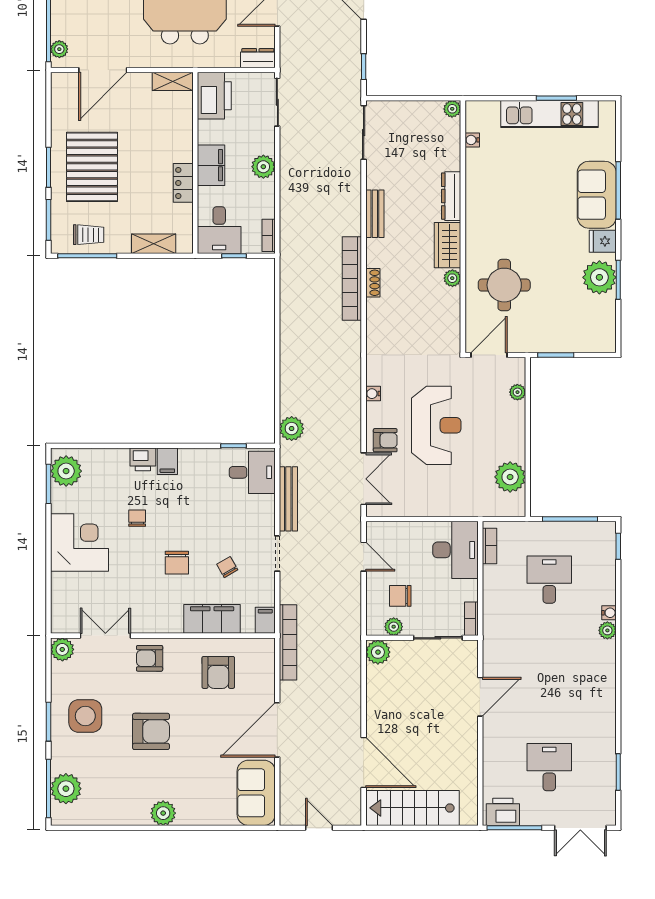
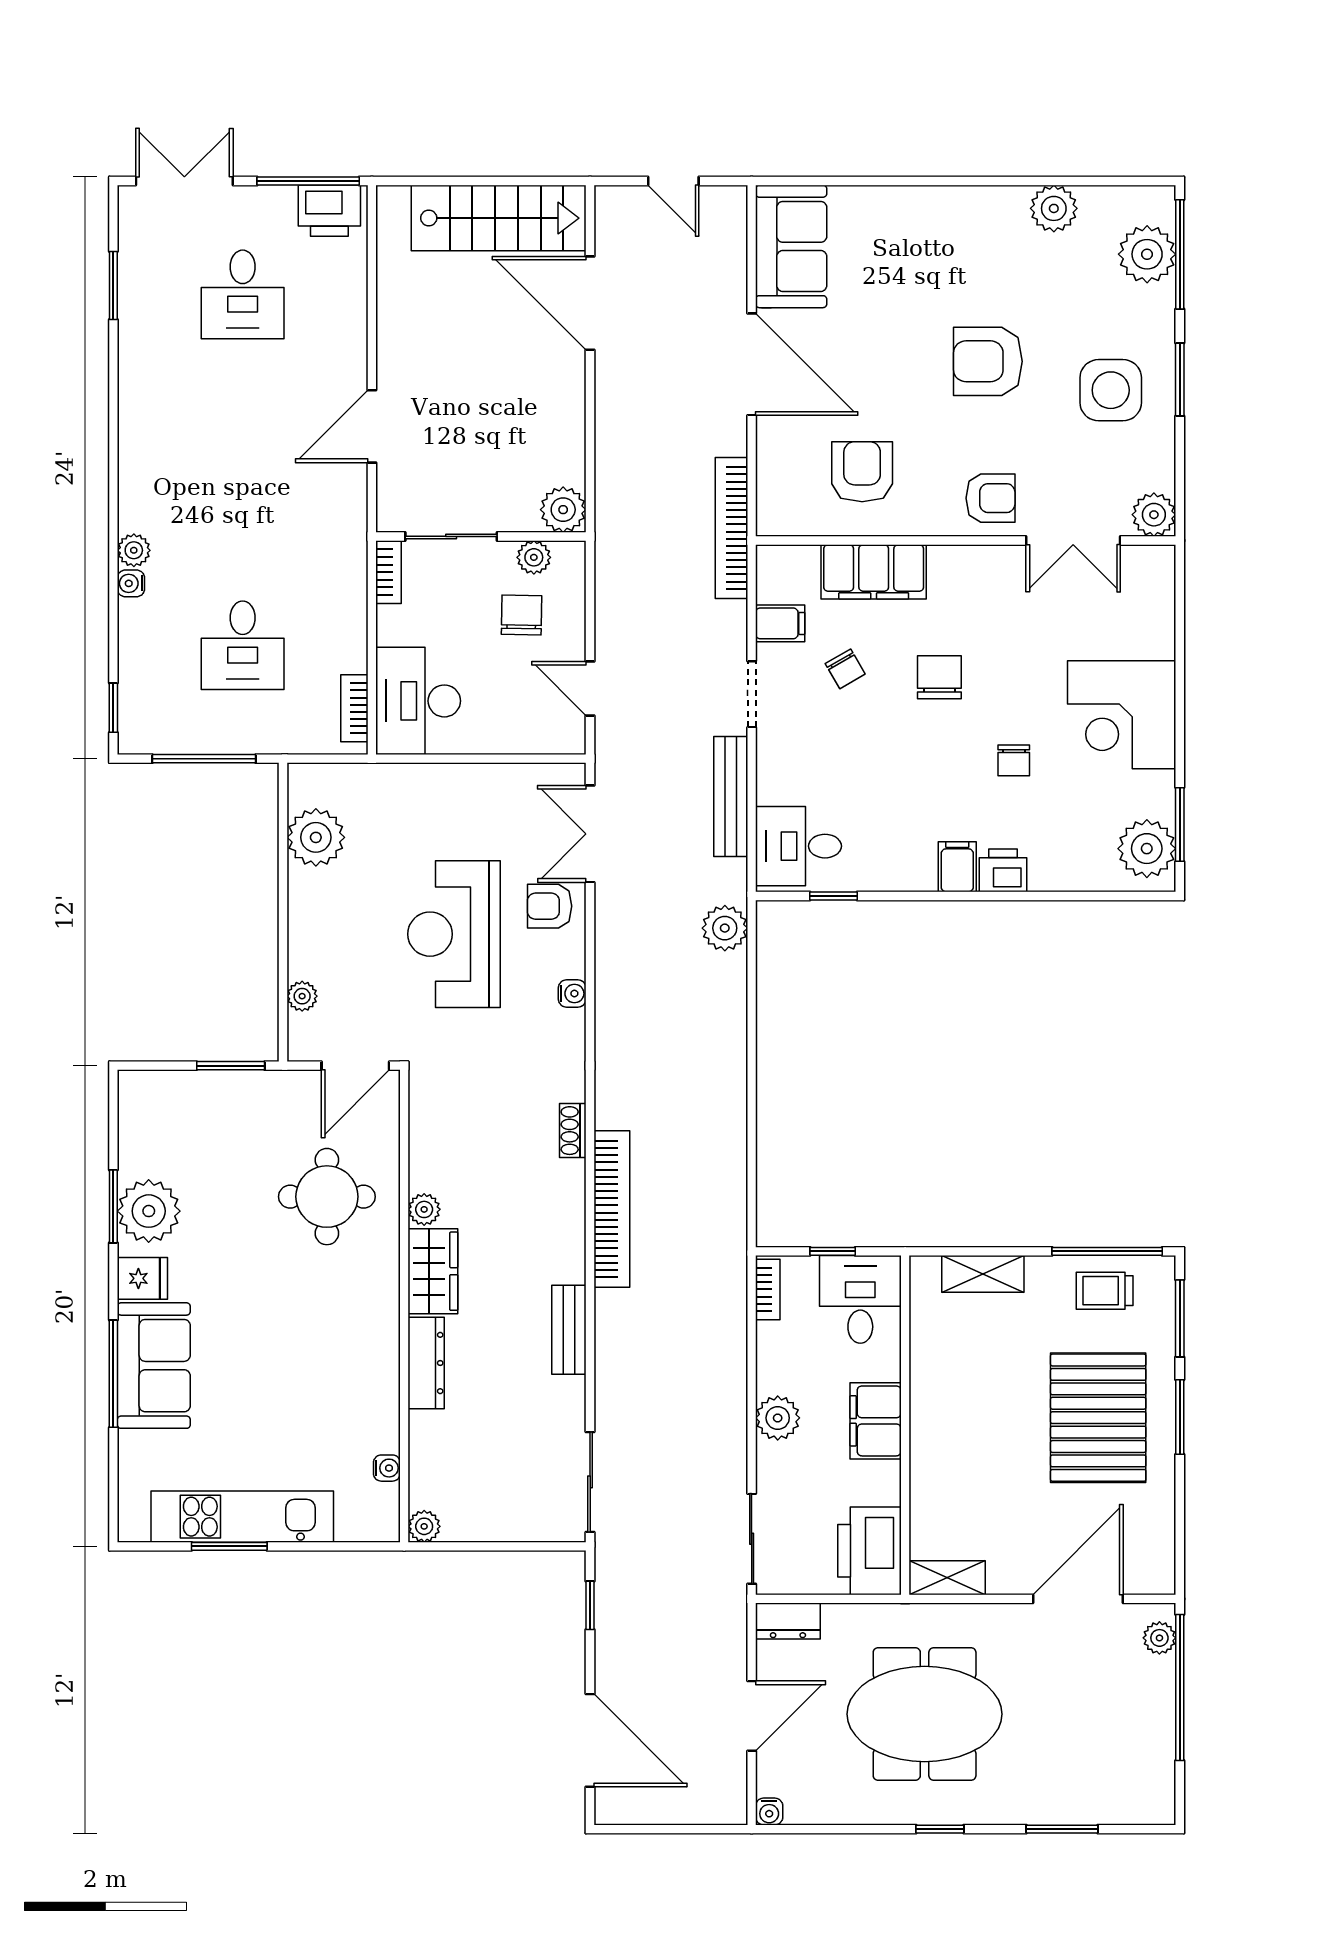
locker: (183, 183) -> (928, 1388), removed
shoe rack: (373, 283) -> (573, 1131), moved
chair: (400, 596) -> (522, 615), turned -89
filing cabinet: (265, 620) -> (780, 623), moved, turned -90
door: (277, 730) -> (752, 364), hinge flipped
plant: (163, 813) -> (1054, 208), moved

